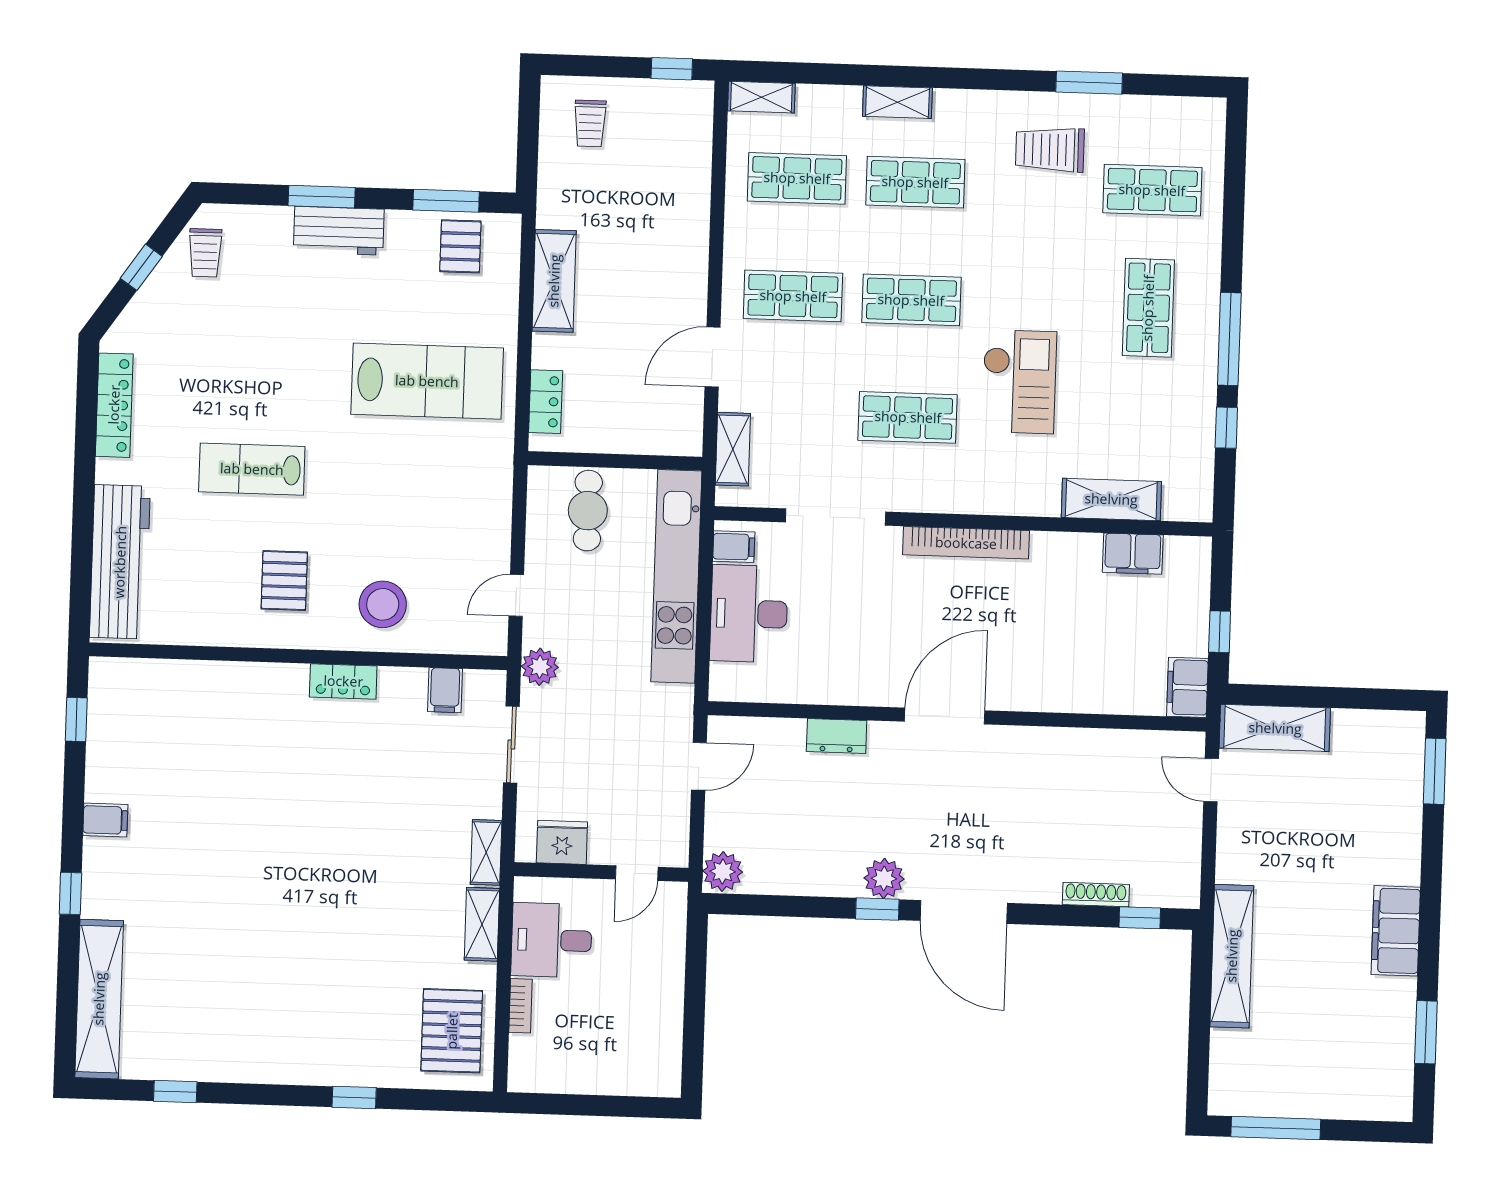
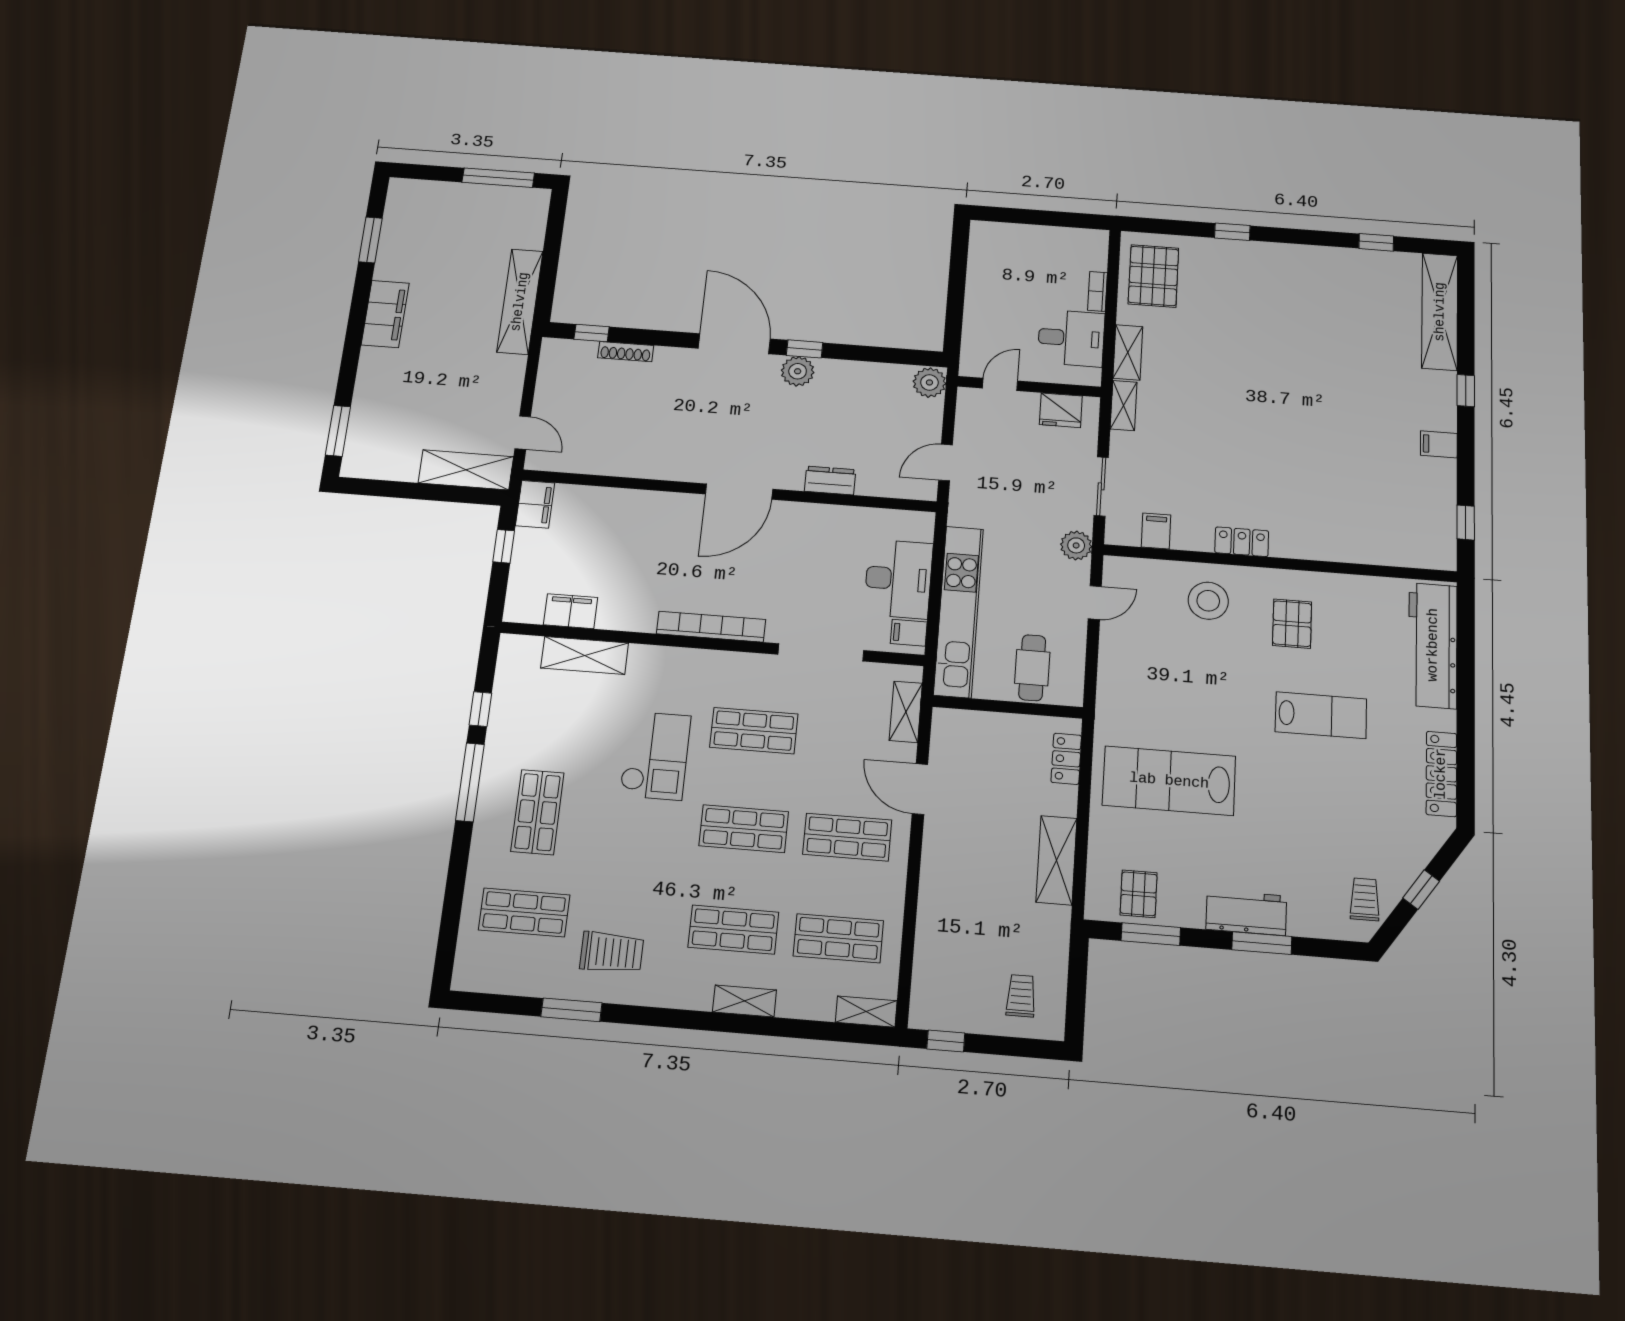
door: (713, 357) -> (920, 789), swing flipped
checkout: (1019, 382) -> (655, 756), turned 180

